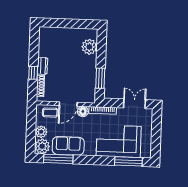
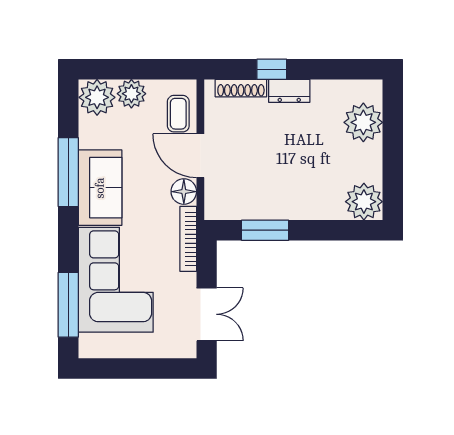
plant: (57, 35) -> (363, 122), added
plant: (89, 47) -> (364, 202), moved
sofa: (68, 146) -> (100, 188), moved
window: (58, 159) -> (68, 172), moved

